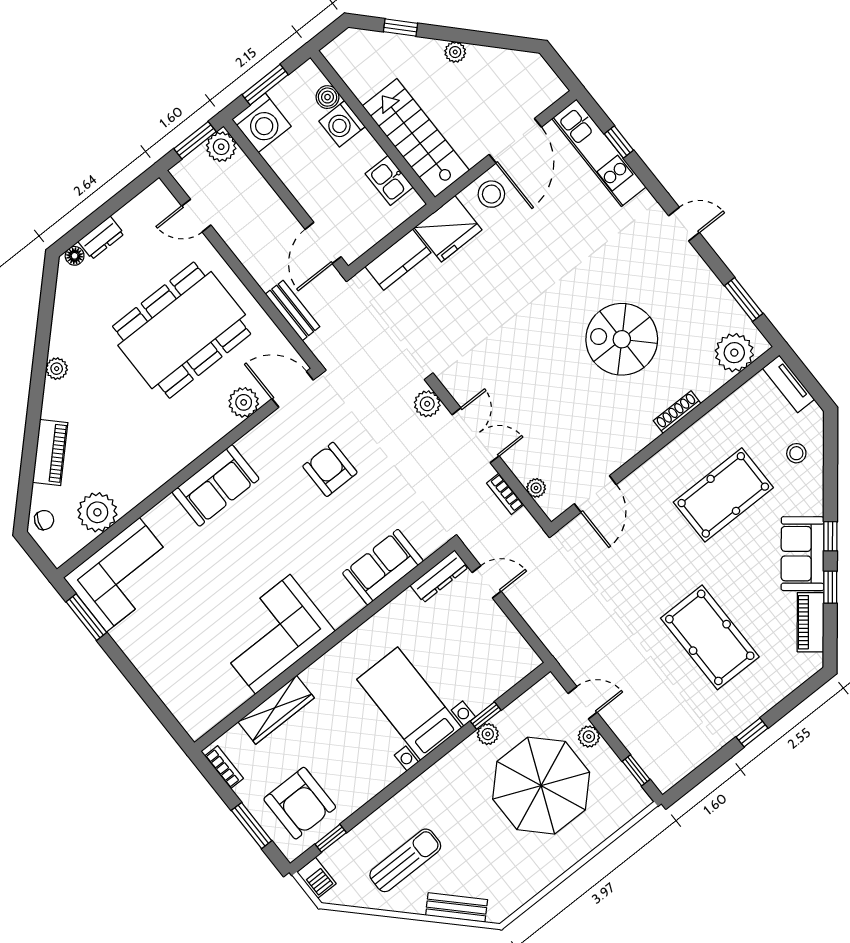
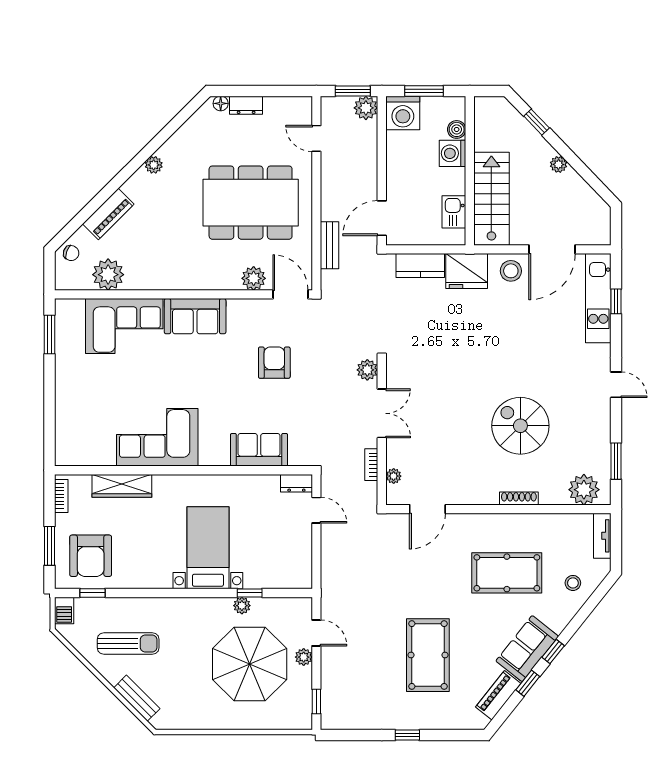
corner sofa: (123, 575) -> (124, 326), moved
dresser: (439, 576) -> (296, 483), width x0.70

